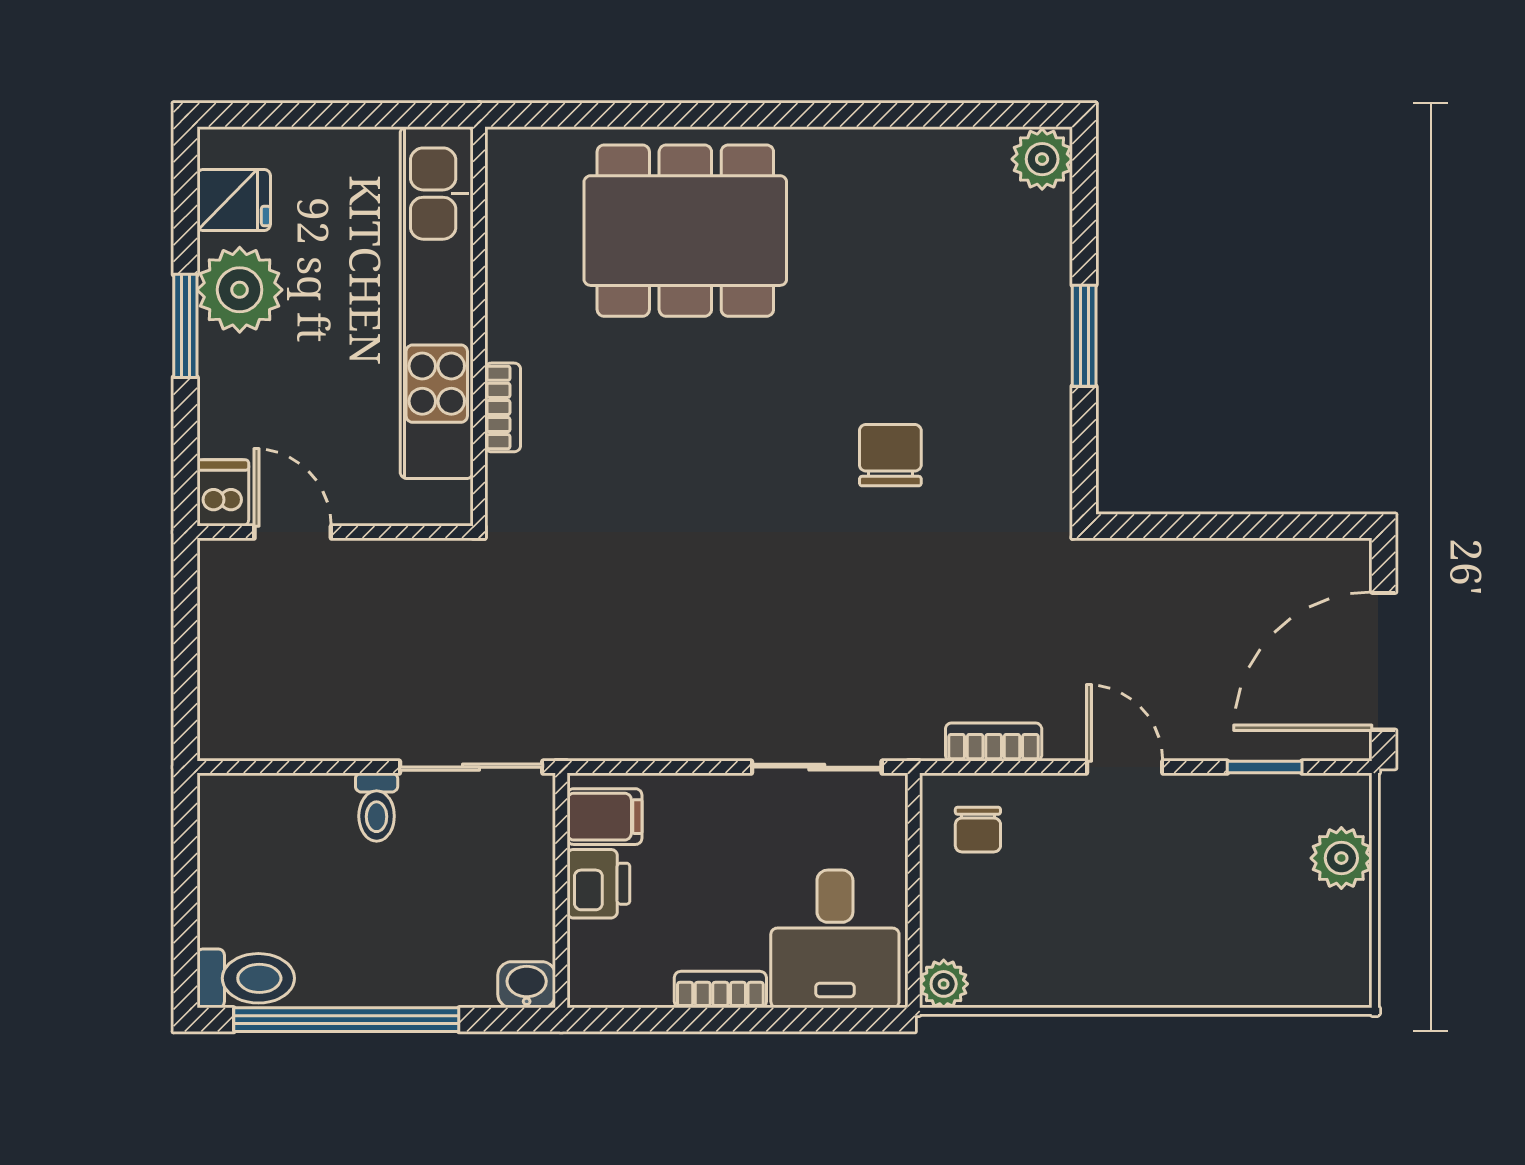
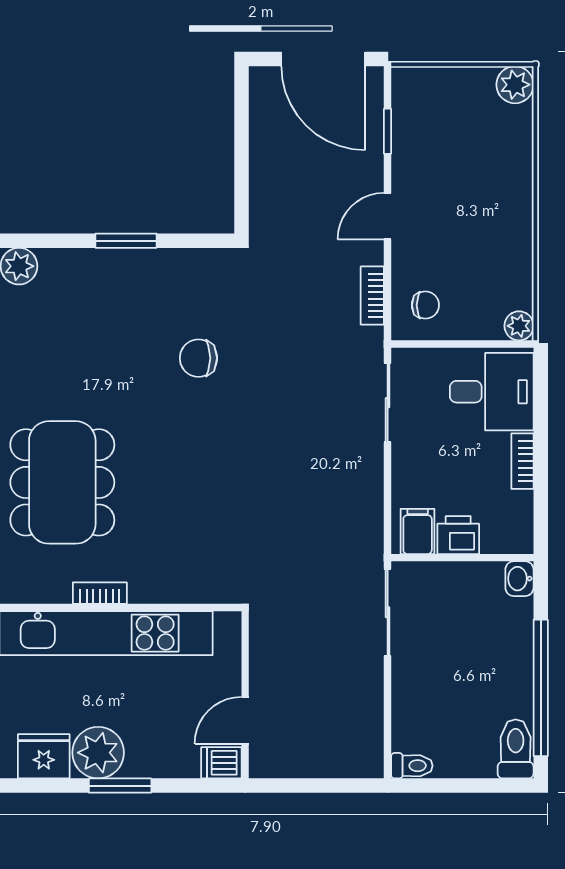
fridge: (234, 200) -> (44, 756), width x1.38
bookcase: (503, 407) -> (100, 593), moved
toilet: (377, 807) -> (412, 766), moved
plant: (1341, 858) -> (515, 85), moved

